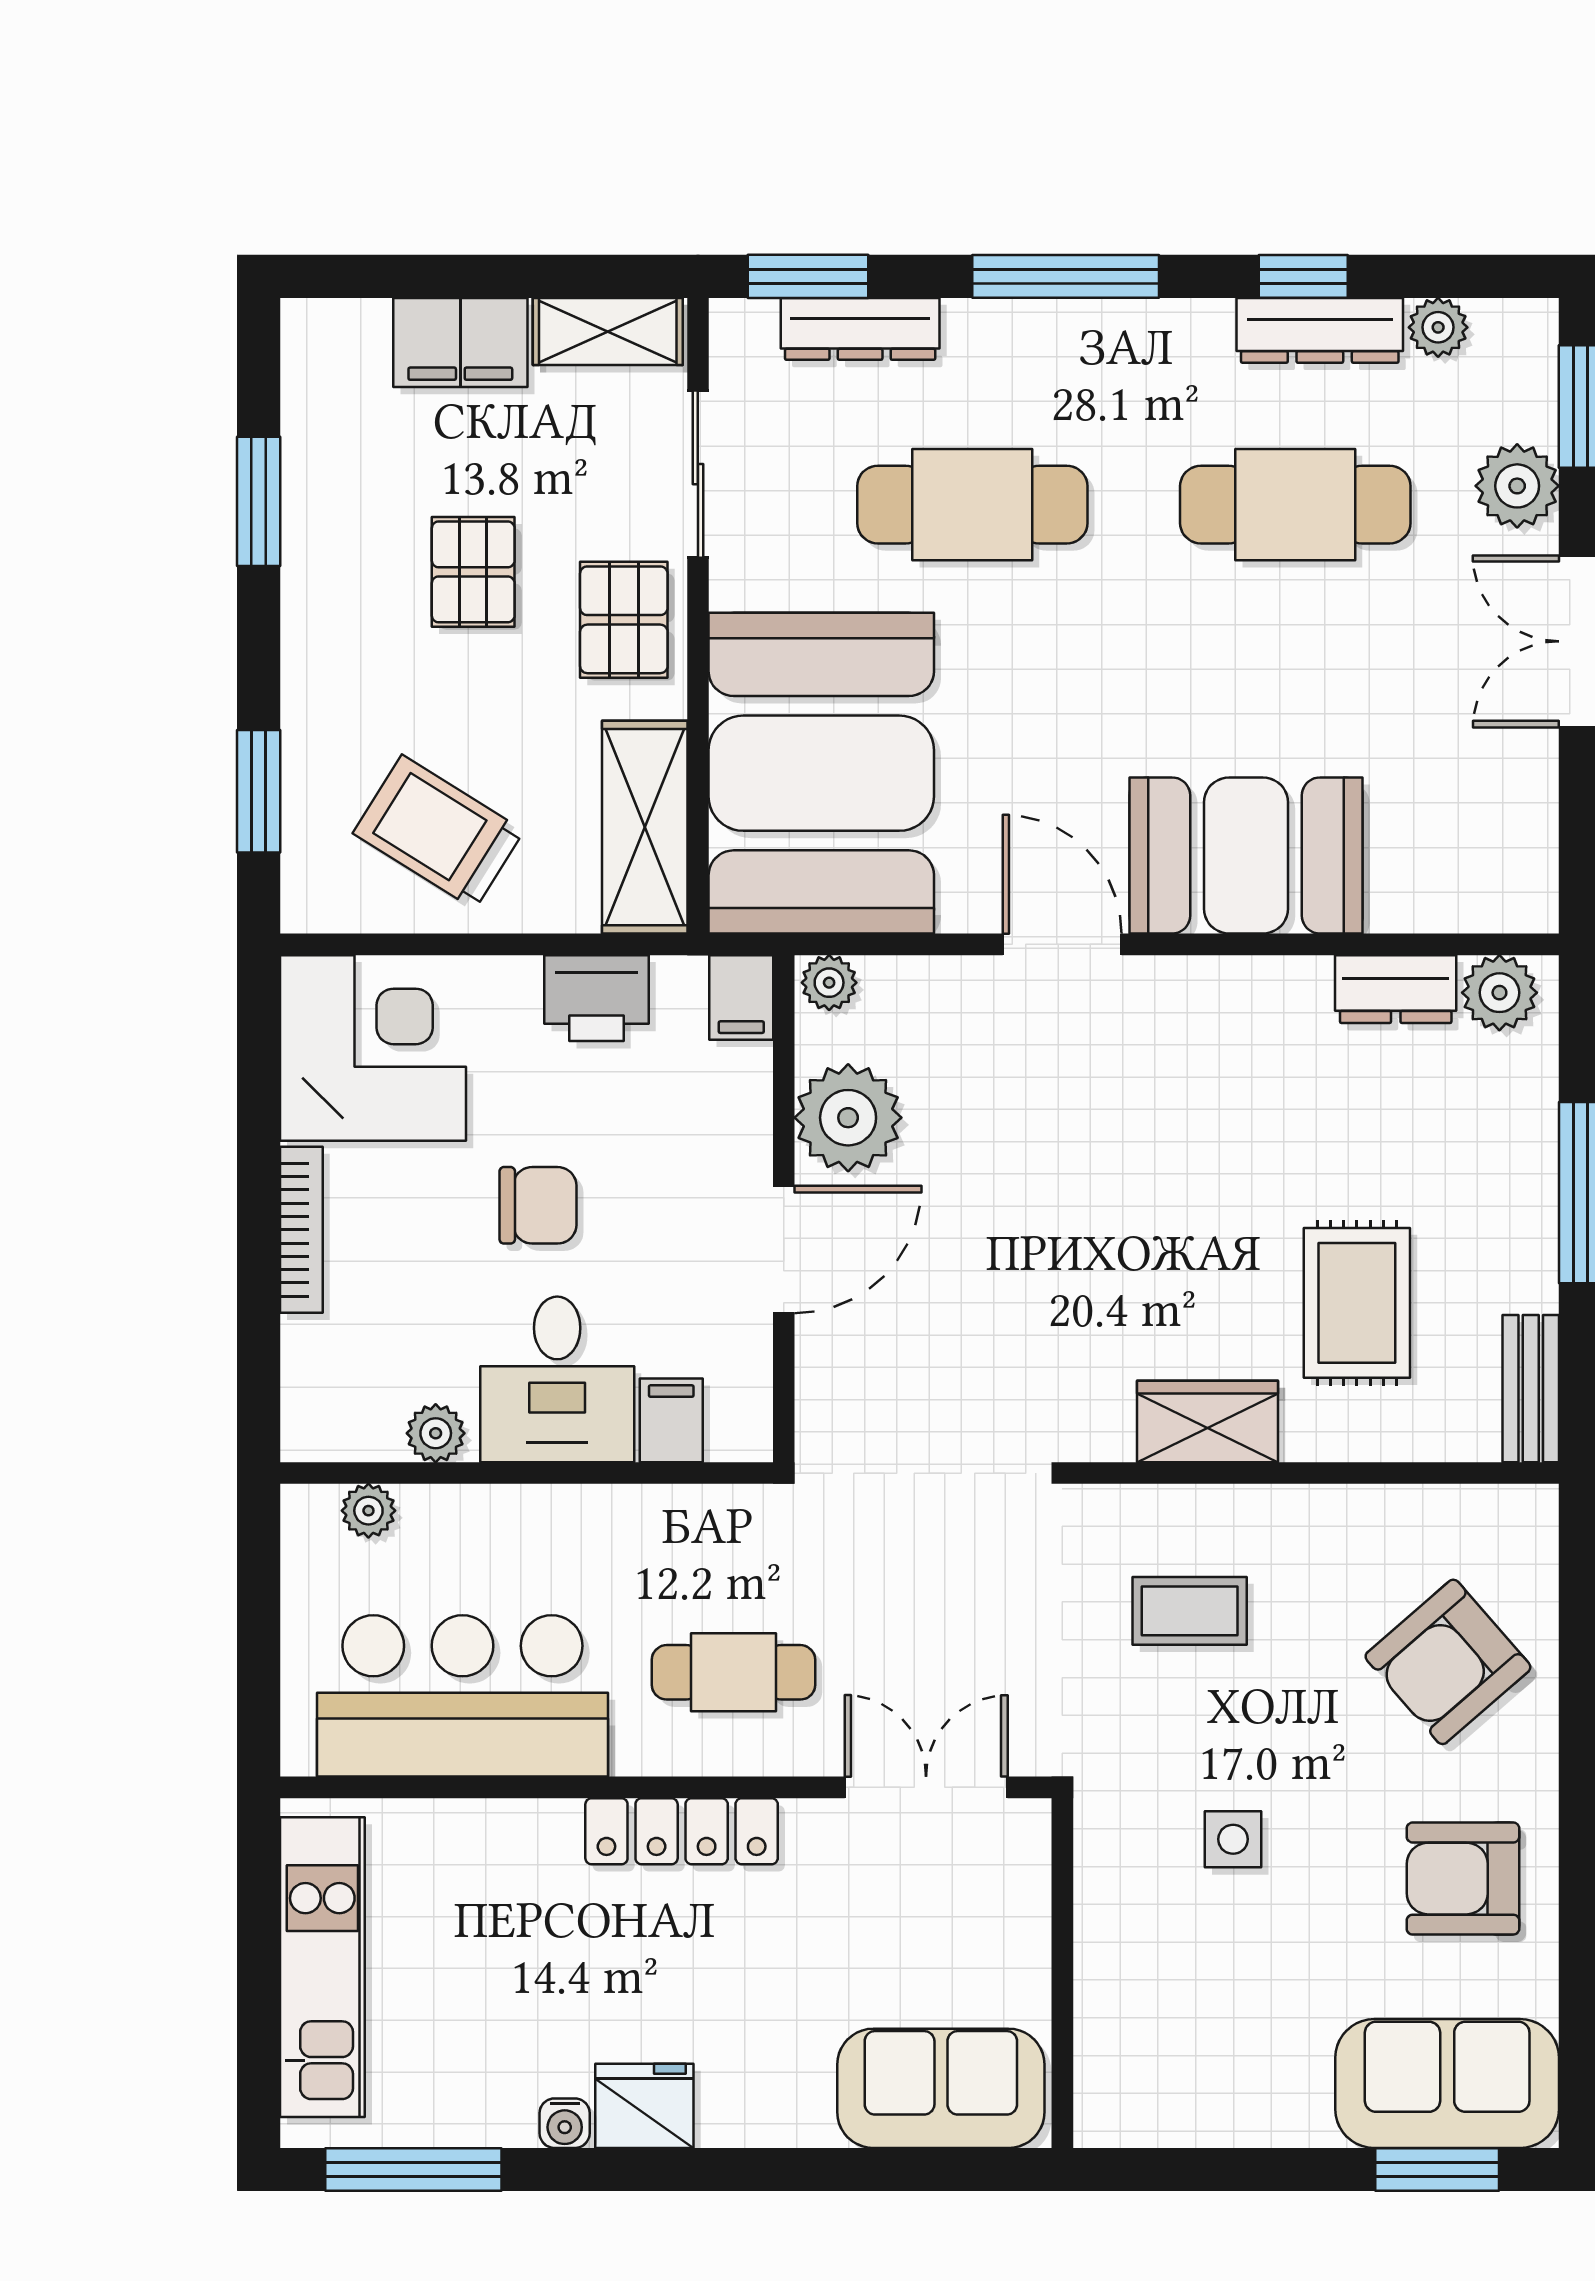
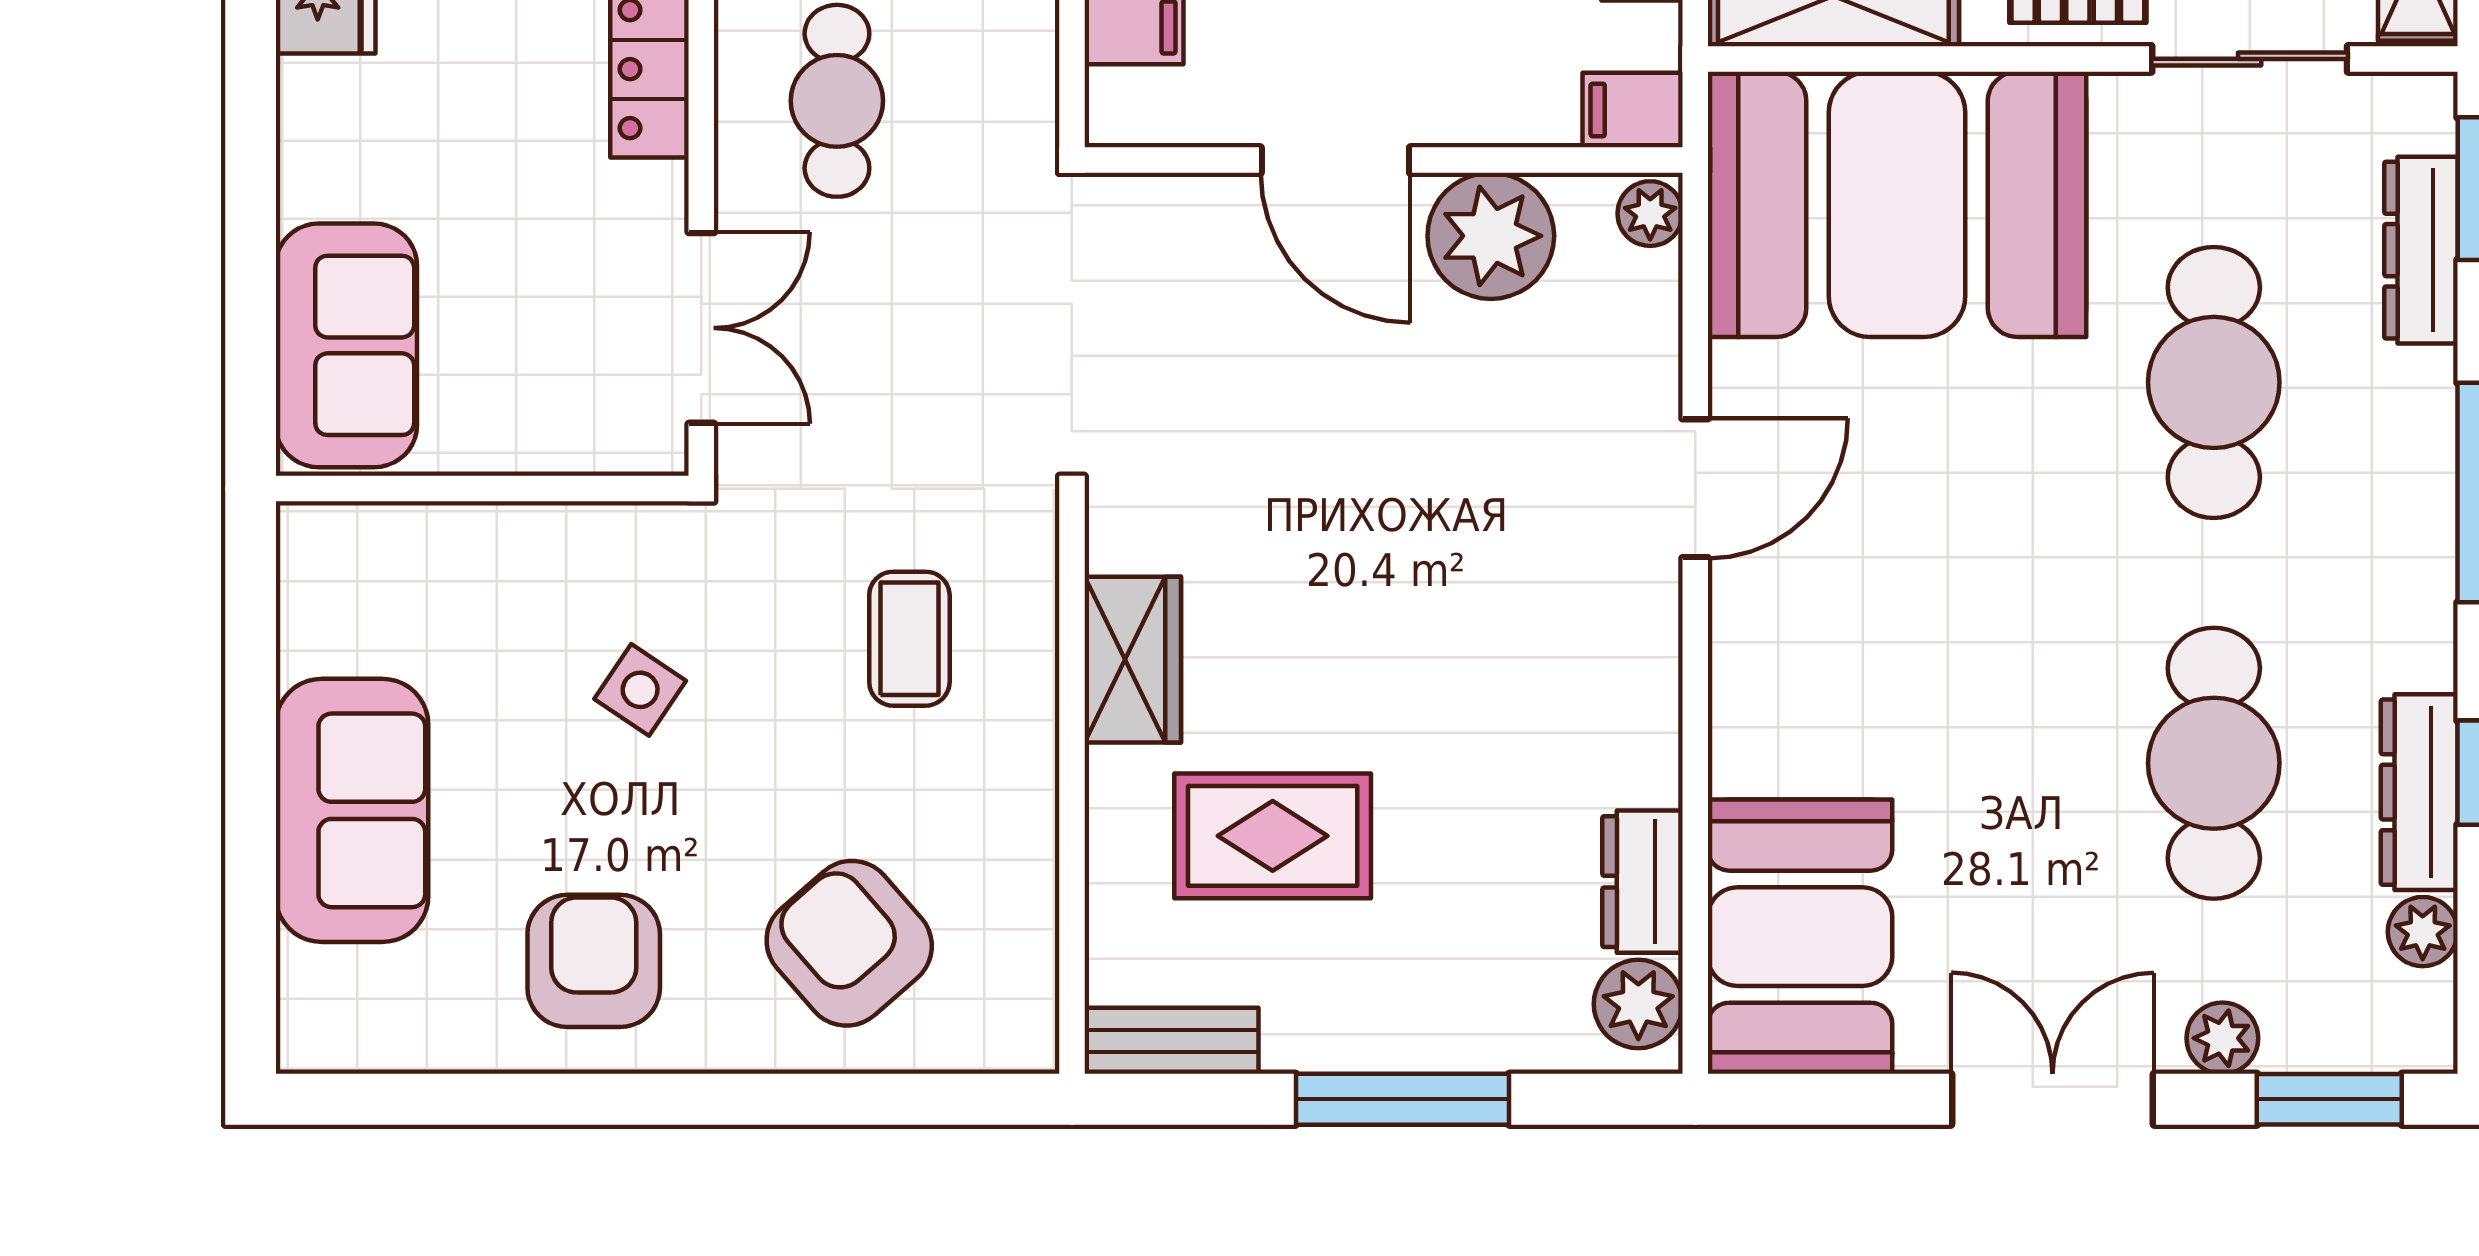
plant: (1517, 486) -> (2222, 1038), width x0.73, depth x0.73
booth: (1246, 856) -> (1800, 937), moved
side table: (1233, 1839) -> (640, 690), turned 34
sofa: (1447, 2084) -> (352, 810), moved
window: (1437, 2170) -> (251, 930), removed

